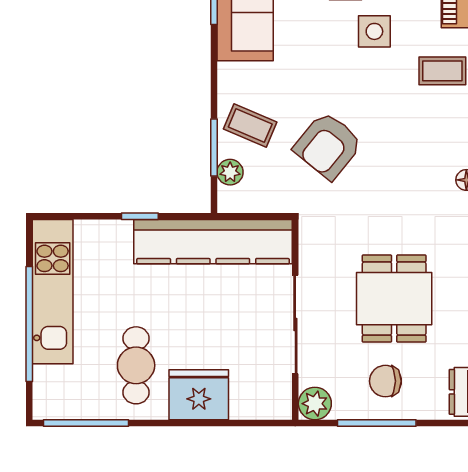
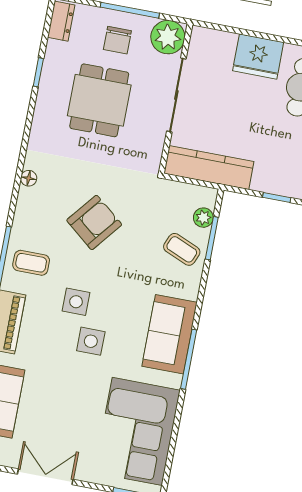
armchair: (328, 145) -> (94, 222), moved
kitchen counter: (213, 242) -> (209, 168), width x0.72, depth x0.86
chair: (385, 381) -> (117, 40), turned 90
plant: (315, 404) -> (168, 37), width x1.36, depth x1.36

